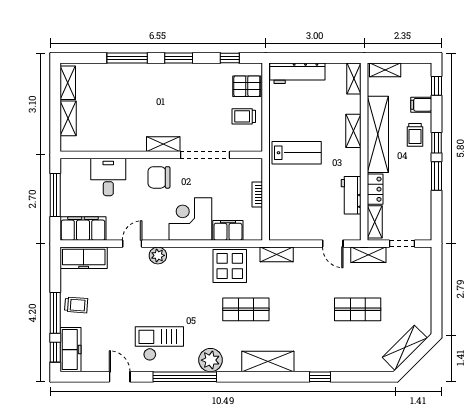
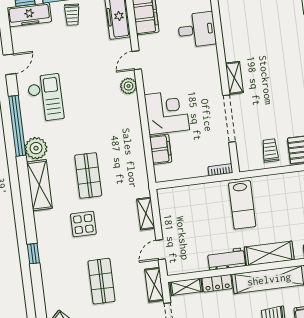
shelving: (353, 131) -> (269, 253), width x1.50, depth x1.33
chair: (159, 177) -> (202, 78), removed
bookcase: (257, 194) -> (220, 170), moved
workbench: (351, 195) -> (226, 259), moved
door: (132, 244) -> (137, 60), swing flipped
shelving: (277, 254) -> (146, 214), moved
display table: (230, 266) -> (83, 224), moved, width x0.73, depth x0.73
shelving: (268, 361) -> (39, 185), moved

